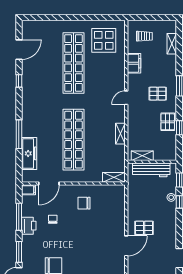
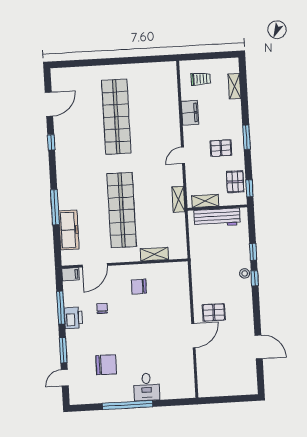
display table: (104, 40) -> (152, 87), removed
shelving: (142, 156) -> (205, 201), moved
wall: (152, 162) -> (217, 208), moved
workbench: (151, 170) -> (217, 218), moved
shelving: (114, 177) -> (154, 254), moved

